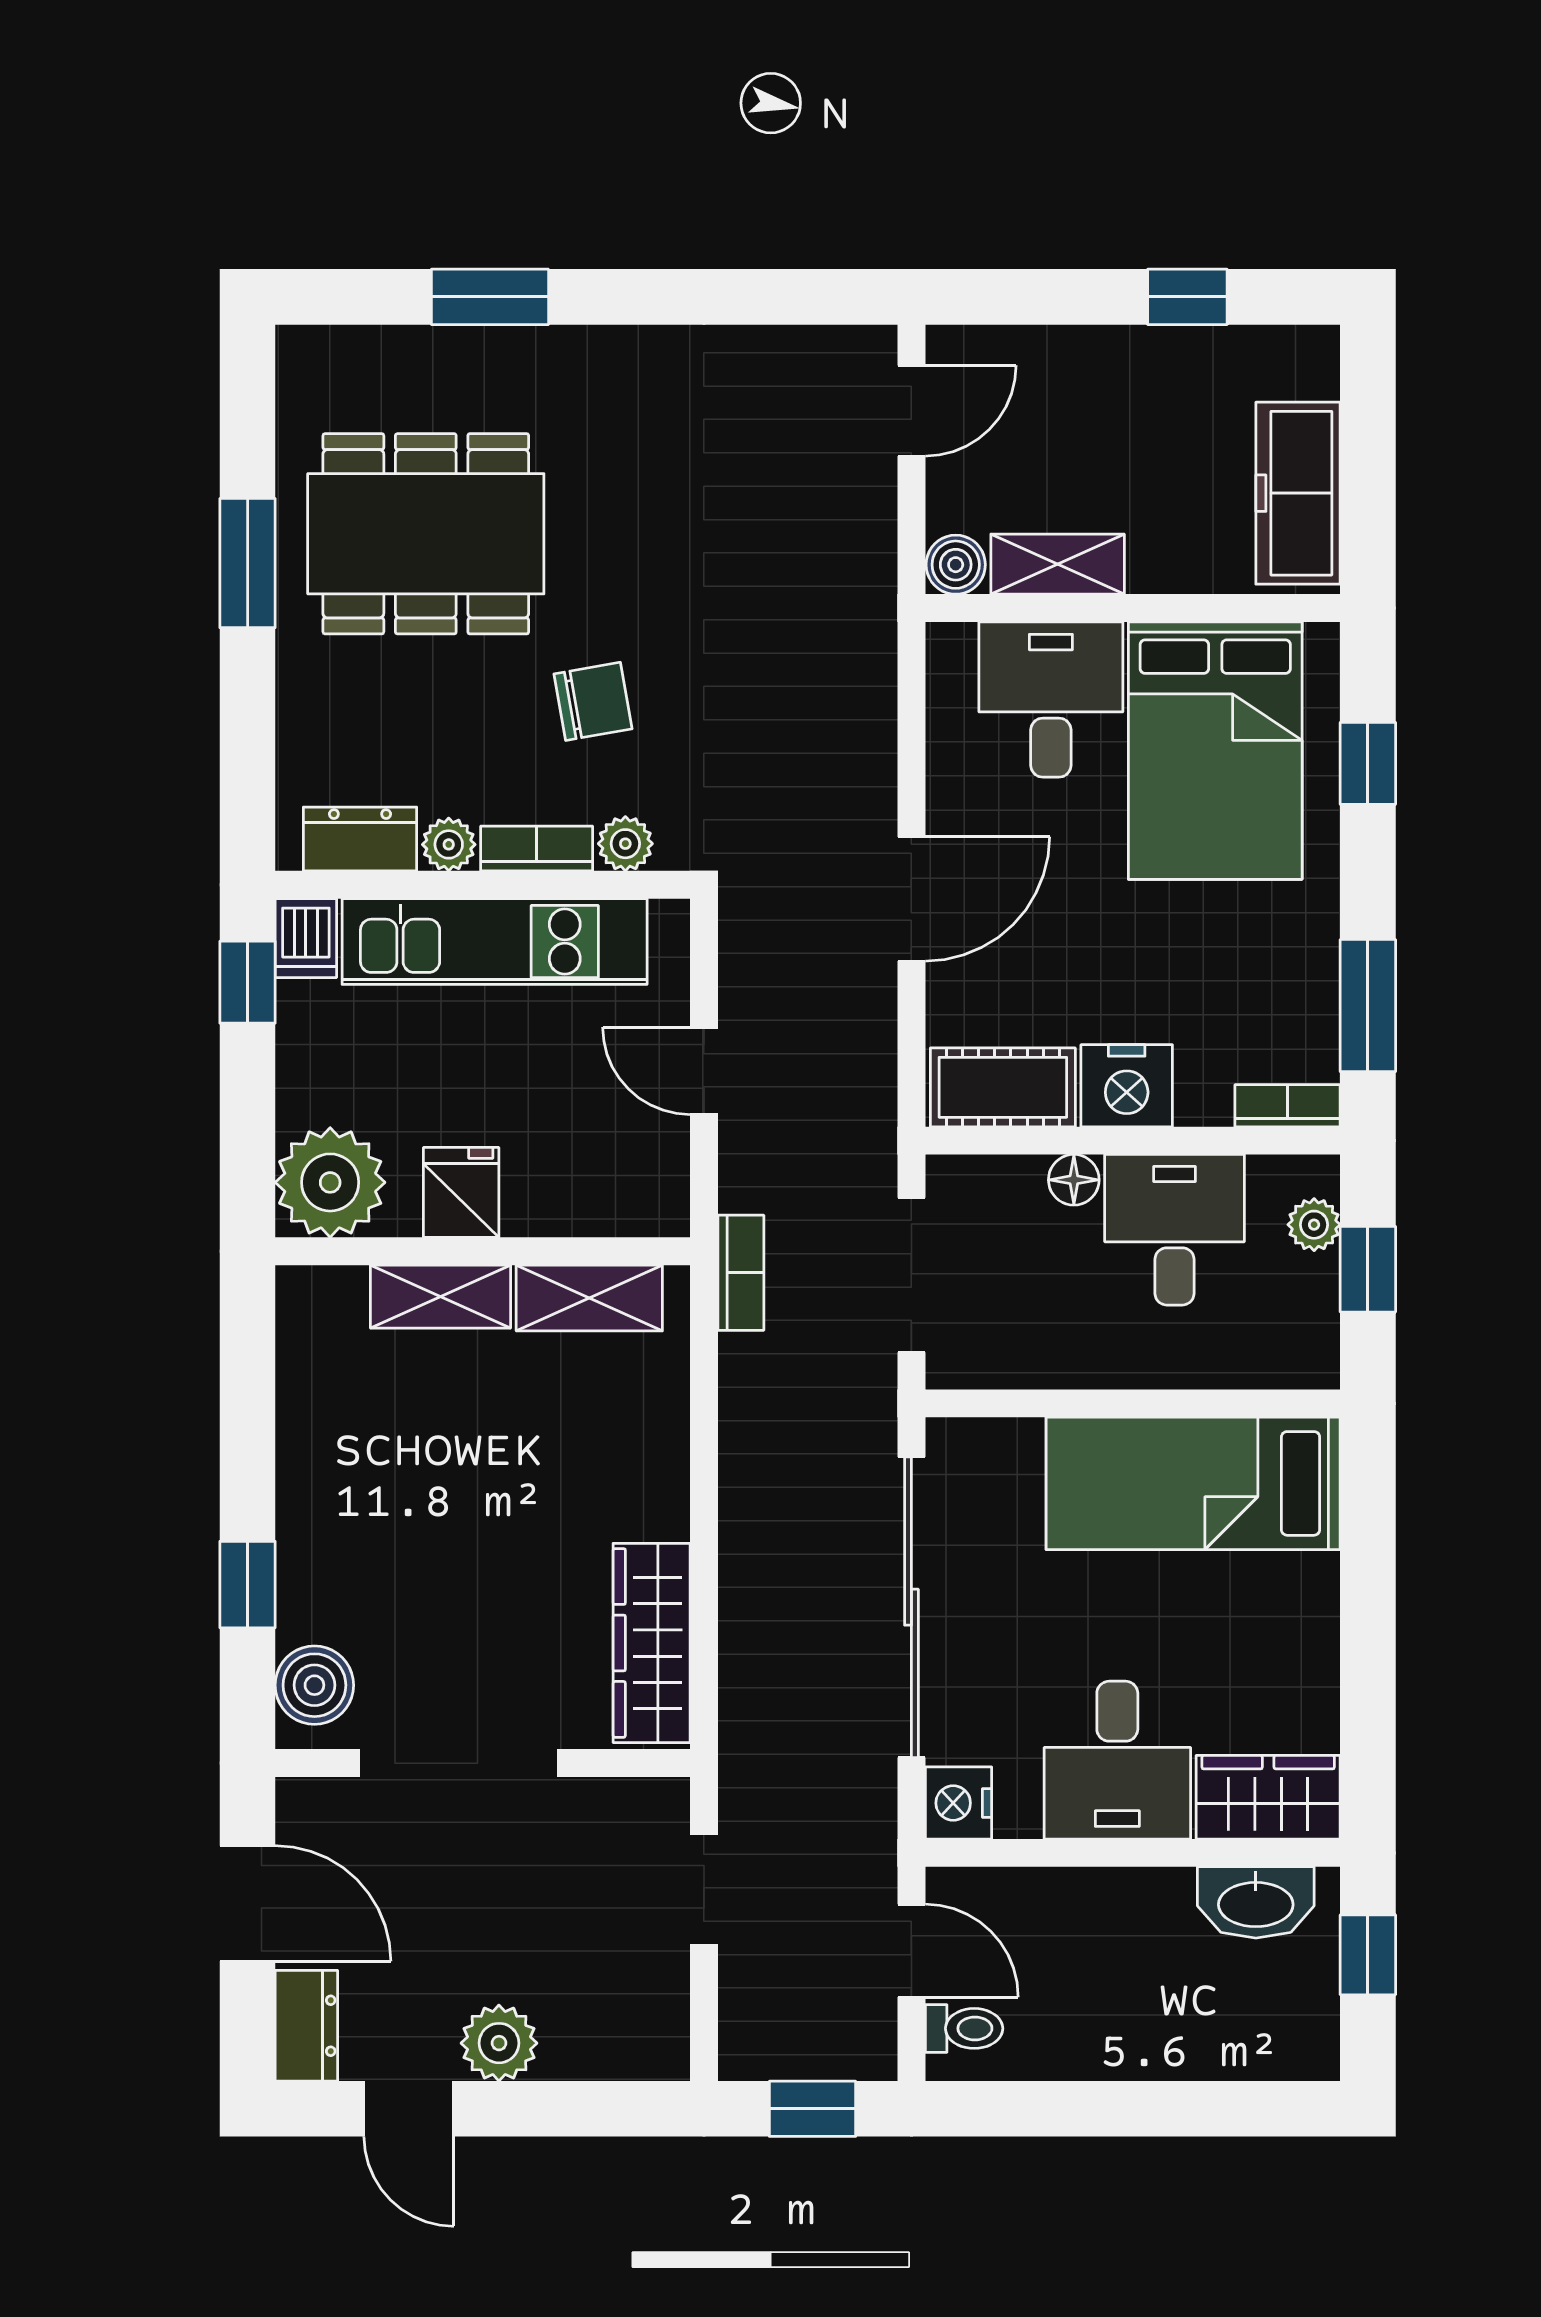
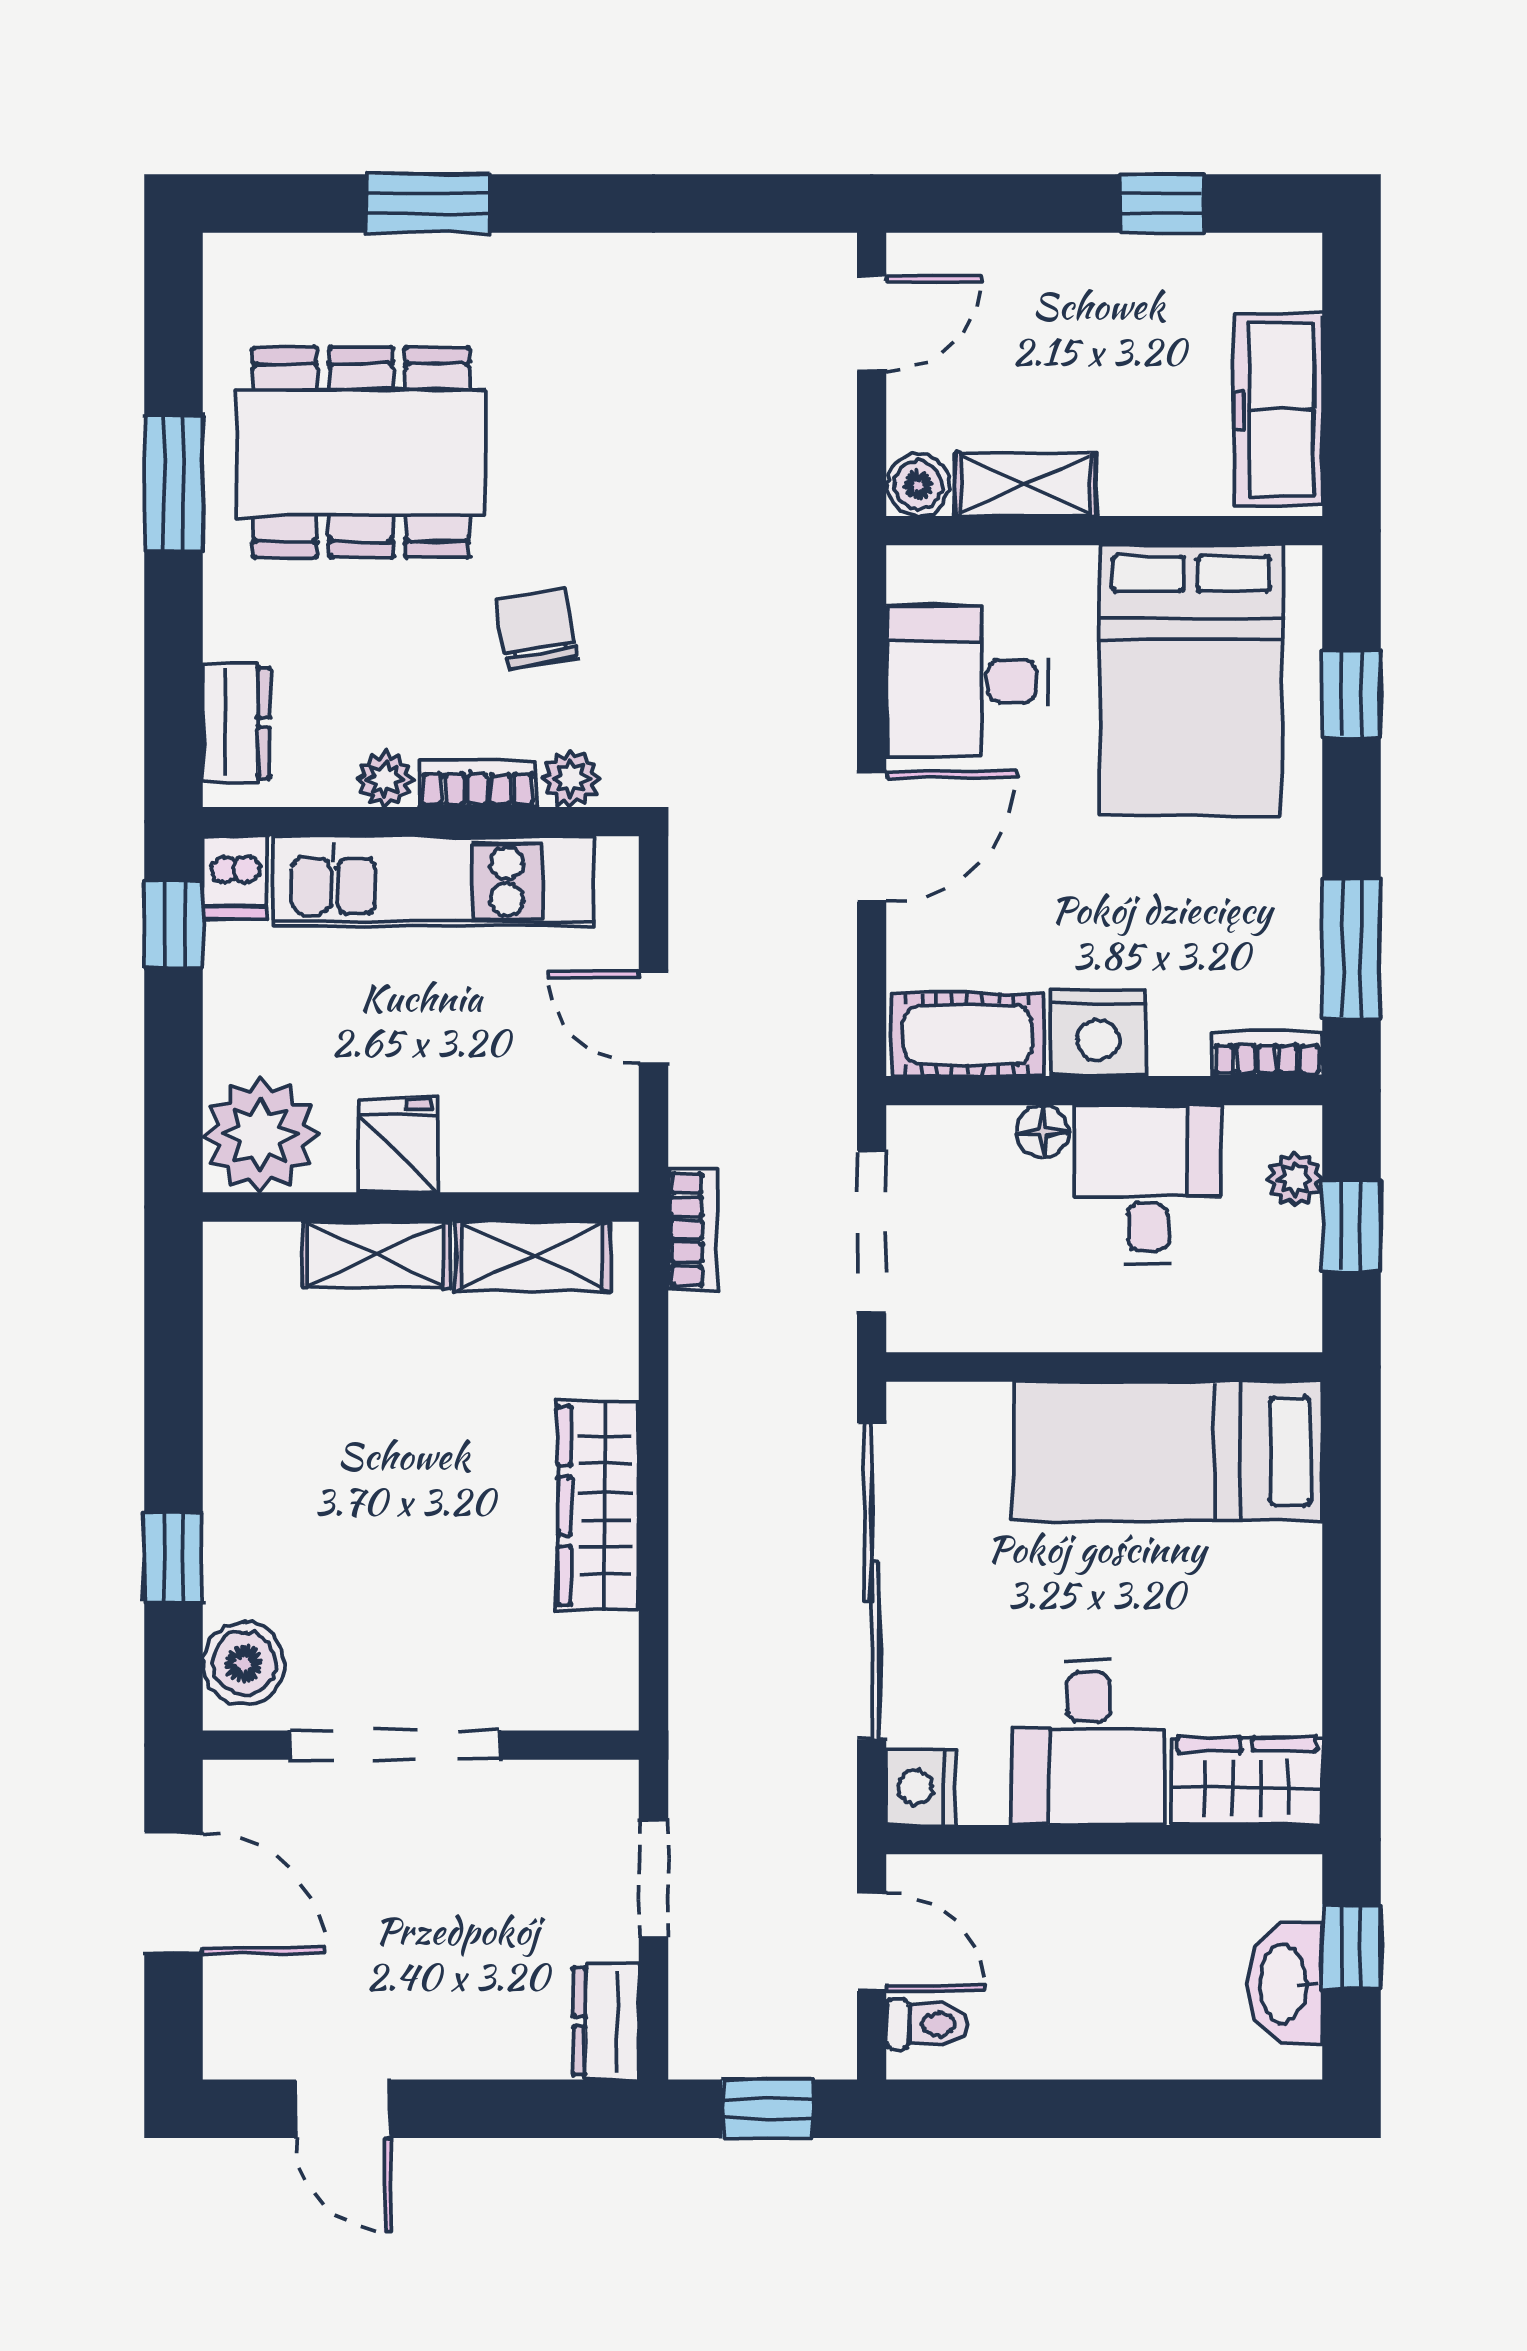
desk: (1051, 700) -> (968, 681), moved, turned -90
chair: (593, 701) -> (537, 629), turned -90
dresser: (360, 839) -> (236, 722), moved, turned 90
wardrobe: (652, 1643) -> (598, 1506), moved
washbasin: (1256, 1902) -> (1285, 1984), moved, turned 90
dresser: (306, 2026) -> (606, 2021), moved, turned 180
plant: (499, 2043) -> (438, 2040), removed

